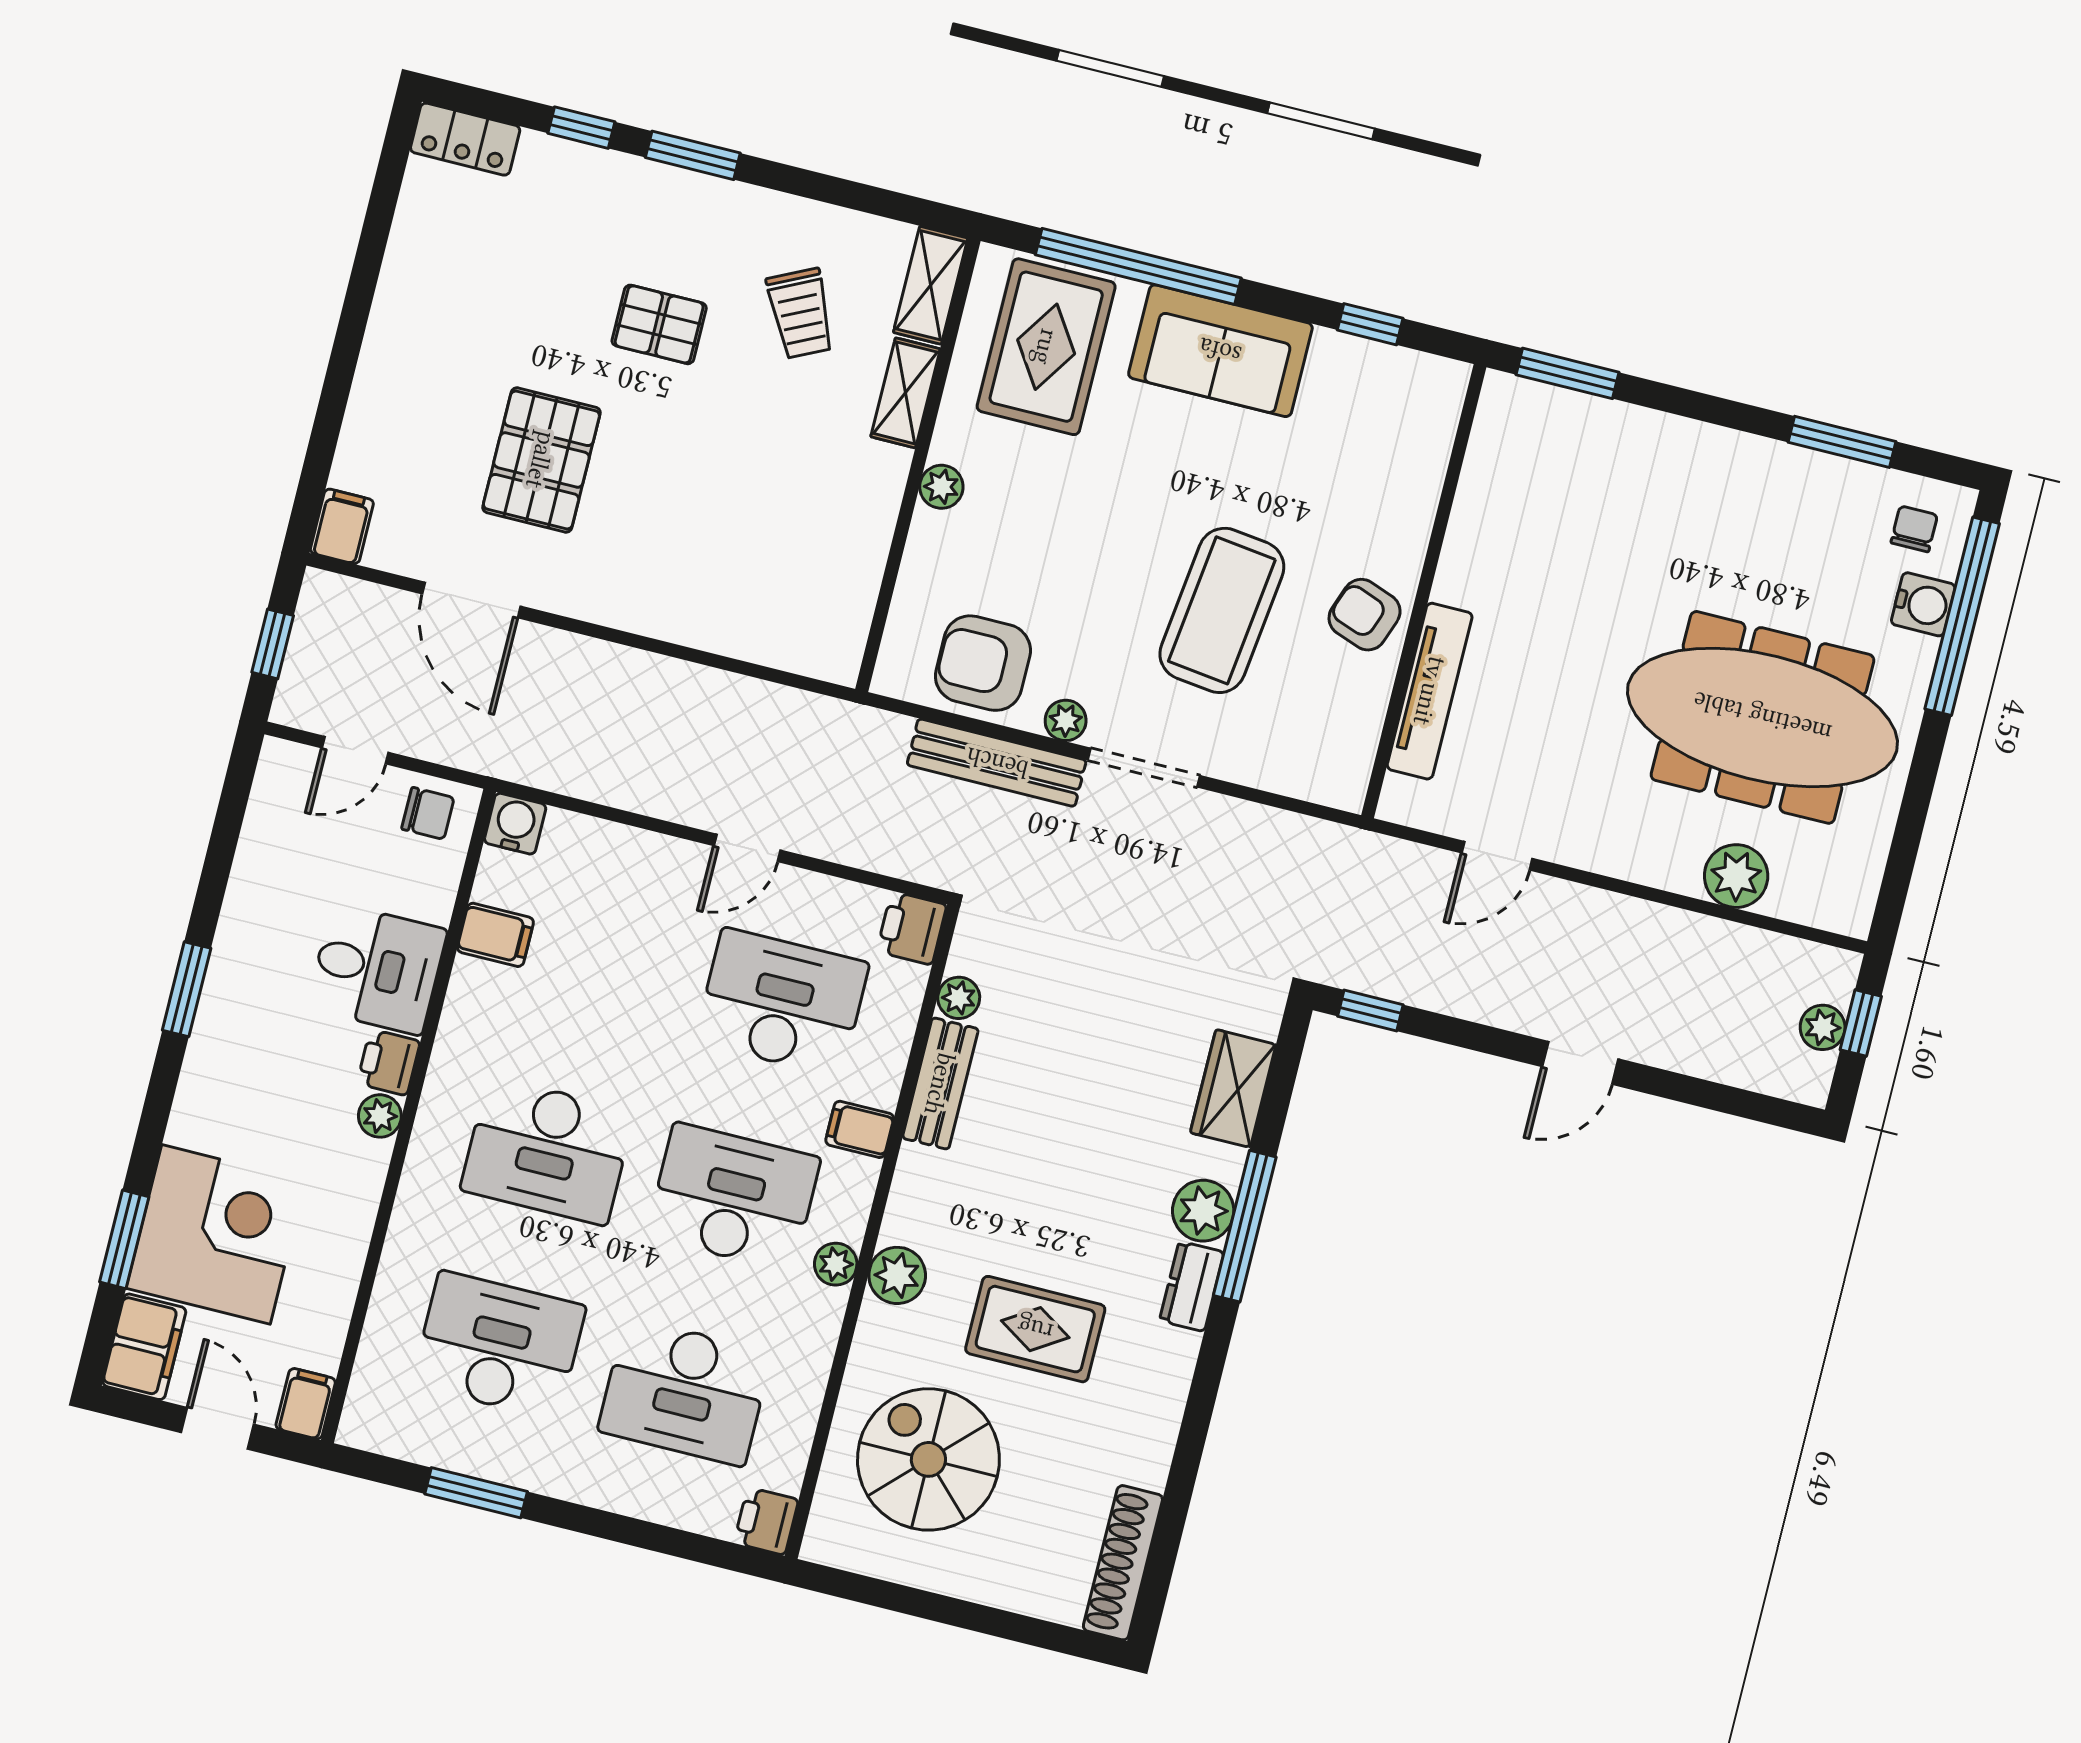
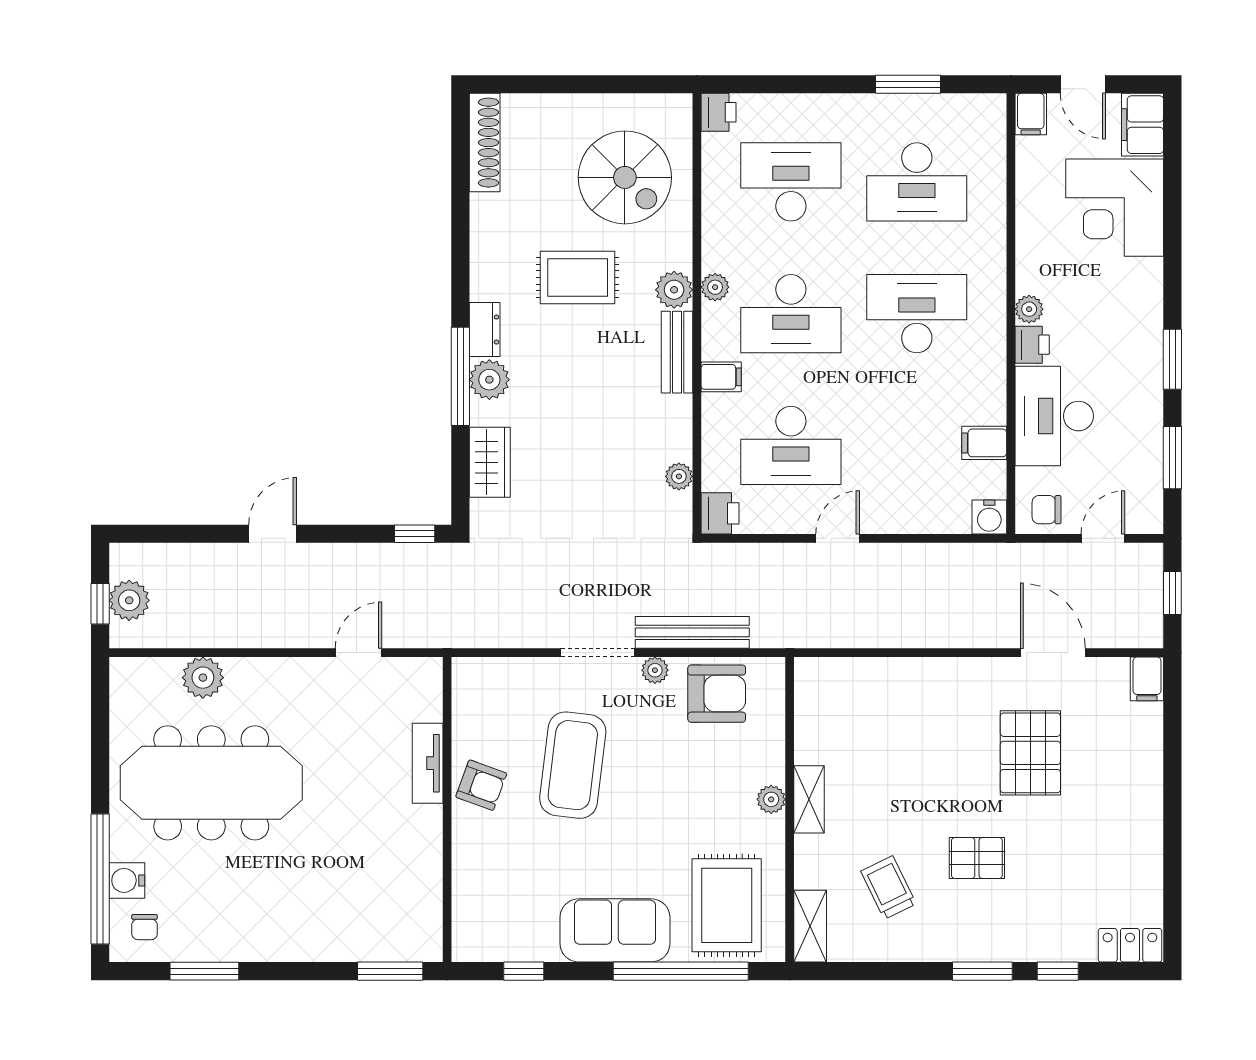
shelving: (905, 393) -> (809, 799), moved
tv unit: (1430, 691) -> (428, 763), width x0.71
desk: (377, 969) -> (1054, 416), width x1.37
plant: (1823, 1027) -> (129, 600), width x1.38, depth x1.38
bench: (940, 1084) -> (677, 352), moved
window: (124, 1239) -> (1172, 458), moved

